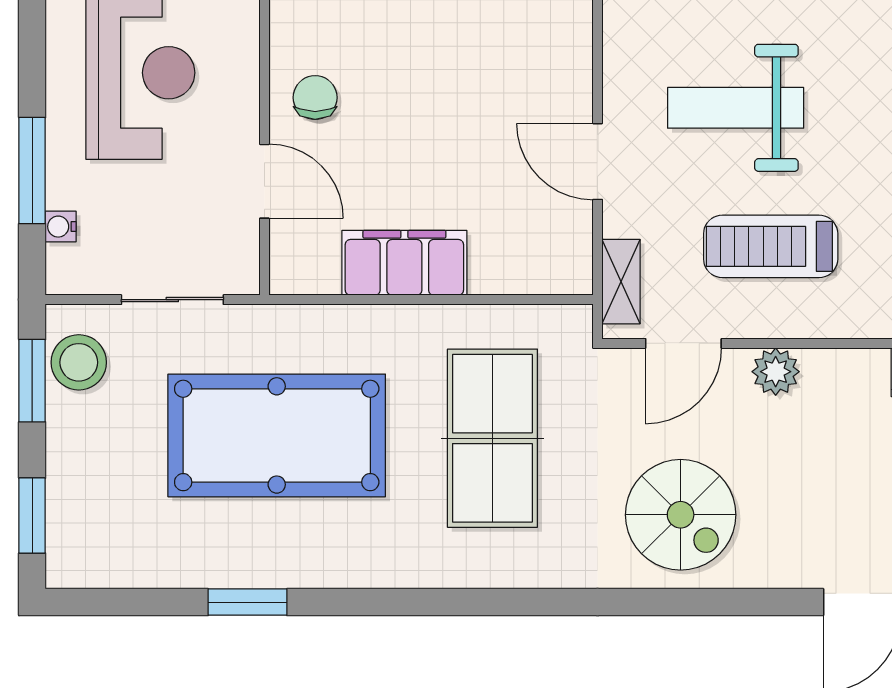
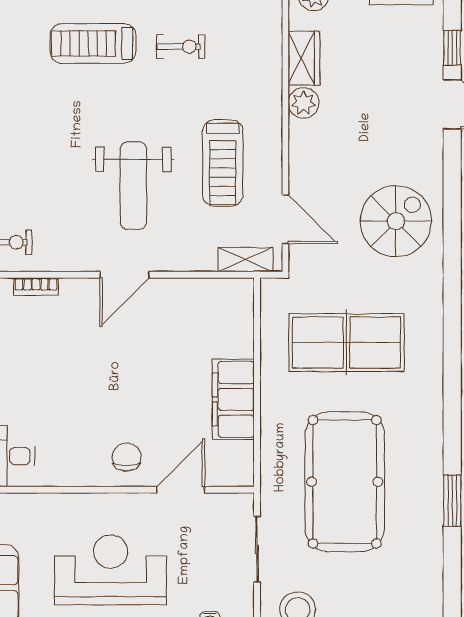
chair: (315, 98) -> (127, 457), turned 90
door: (598, 162) -> (124, 275), moved
plant: (776, 372) -> (304, 103), moved

